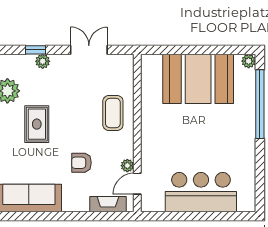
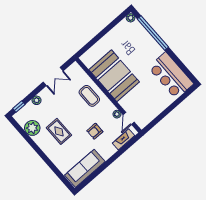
window: (35, 50) -> (19, 106), moved
double door: (89, 50) -> (53, 77), swing flipped
booth: (198, 79) -> (114, 76), moved, turned 90
bar counter: (201, 192) -> (171, 76), moved, turned -90

